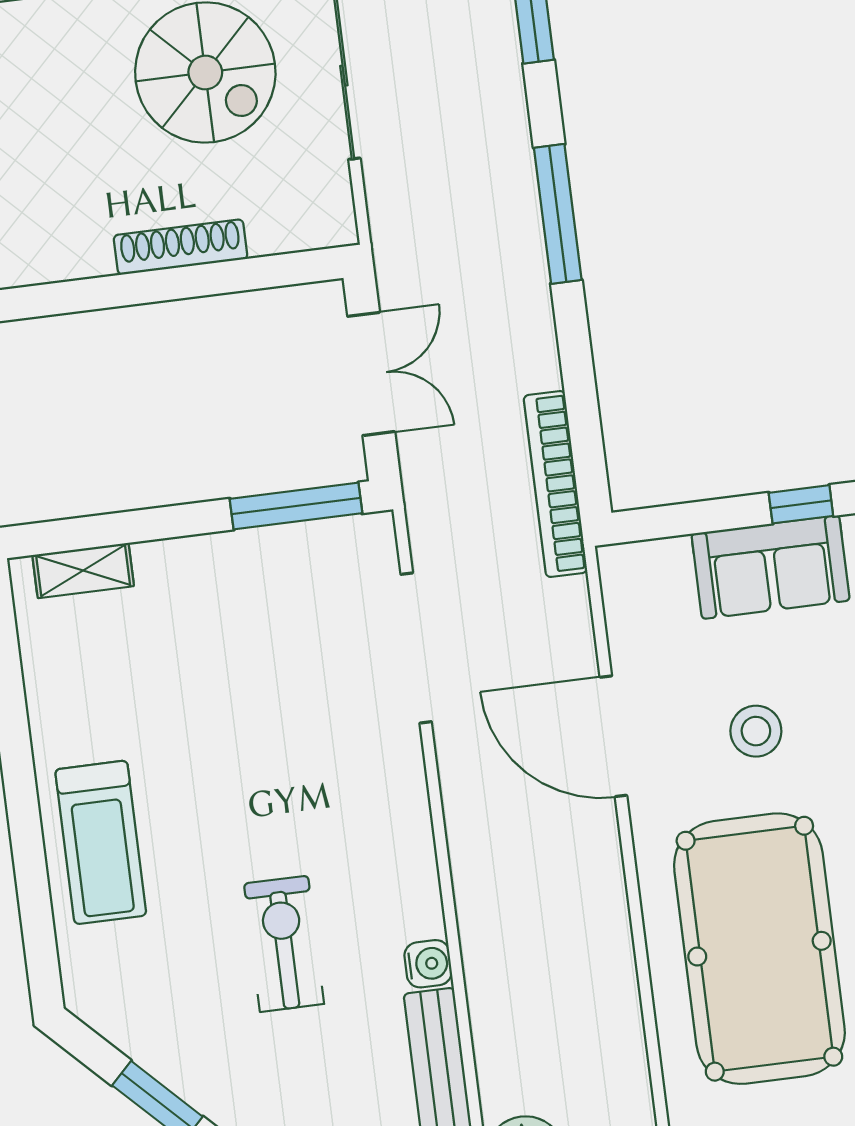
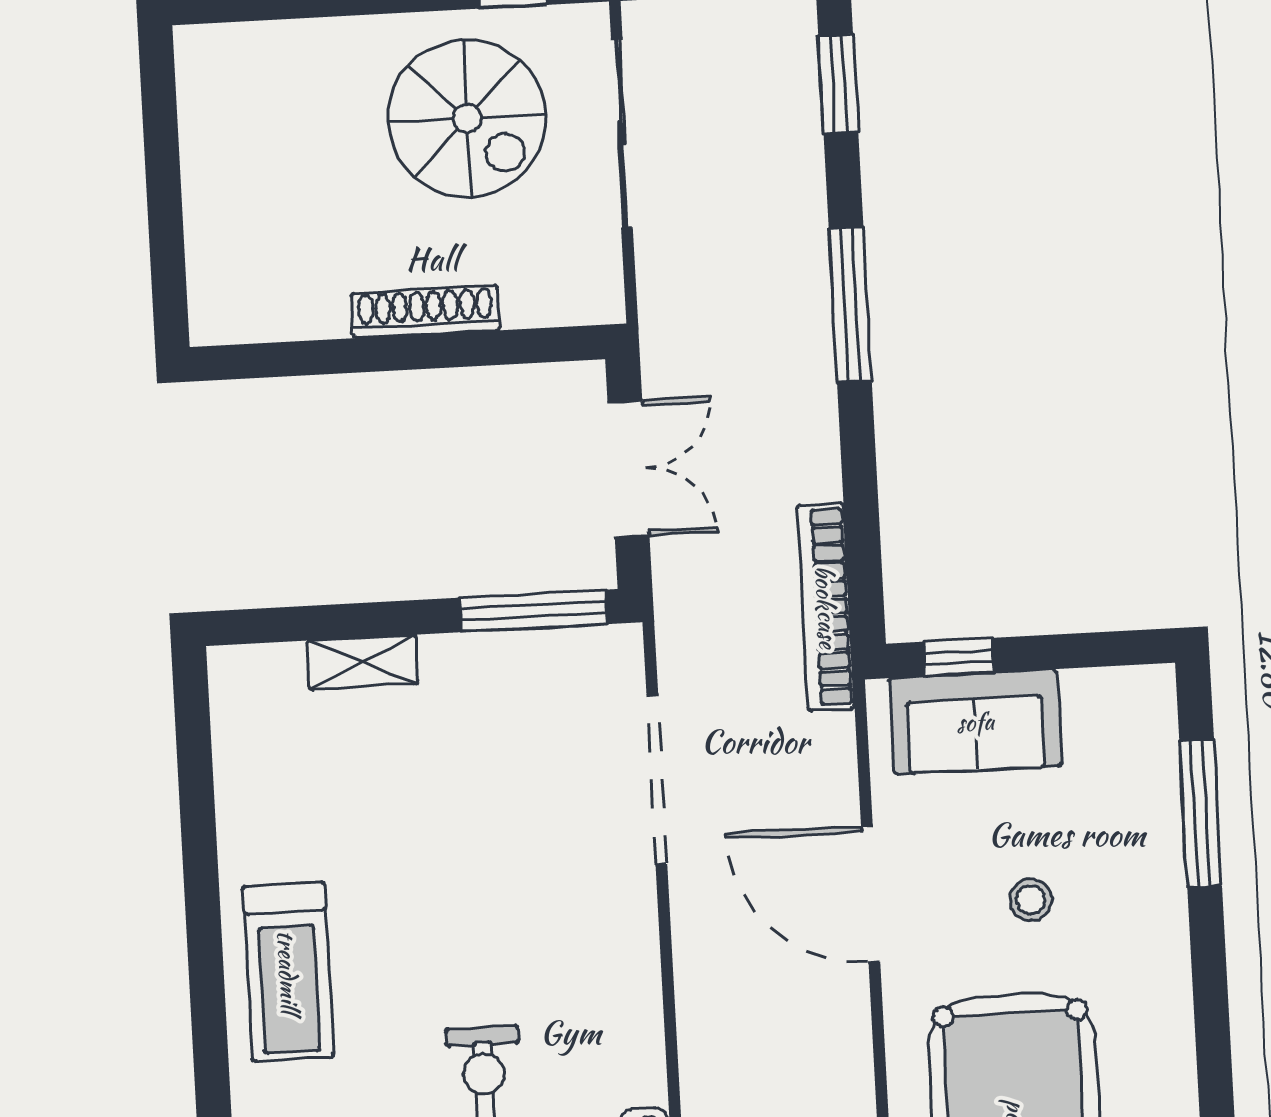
window: (801, 504) -> (959, 657), moved
sofa: (771, 567) -> (975, 722), moved
shelving: (83, 571) -> (362, 662), moved
stool: (756, 731) -> (1031, 900), width x0.73, depth x0.73

